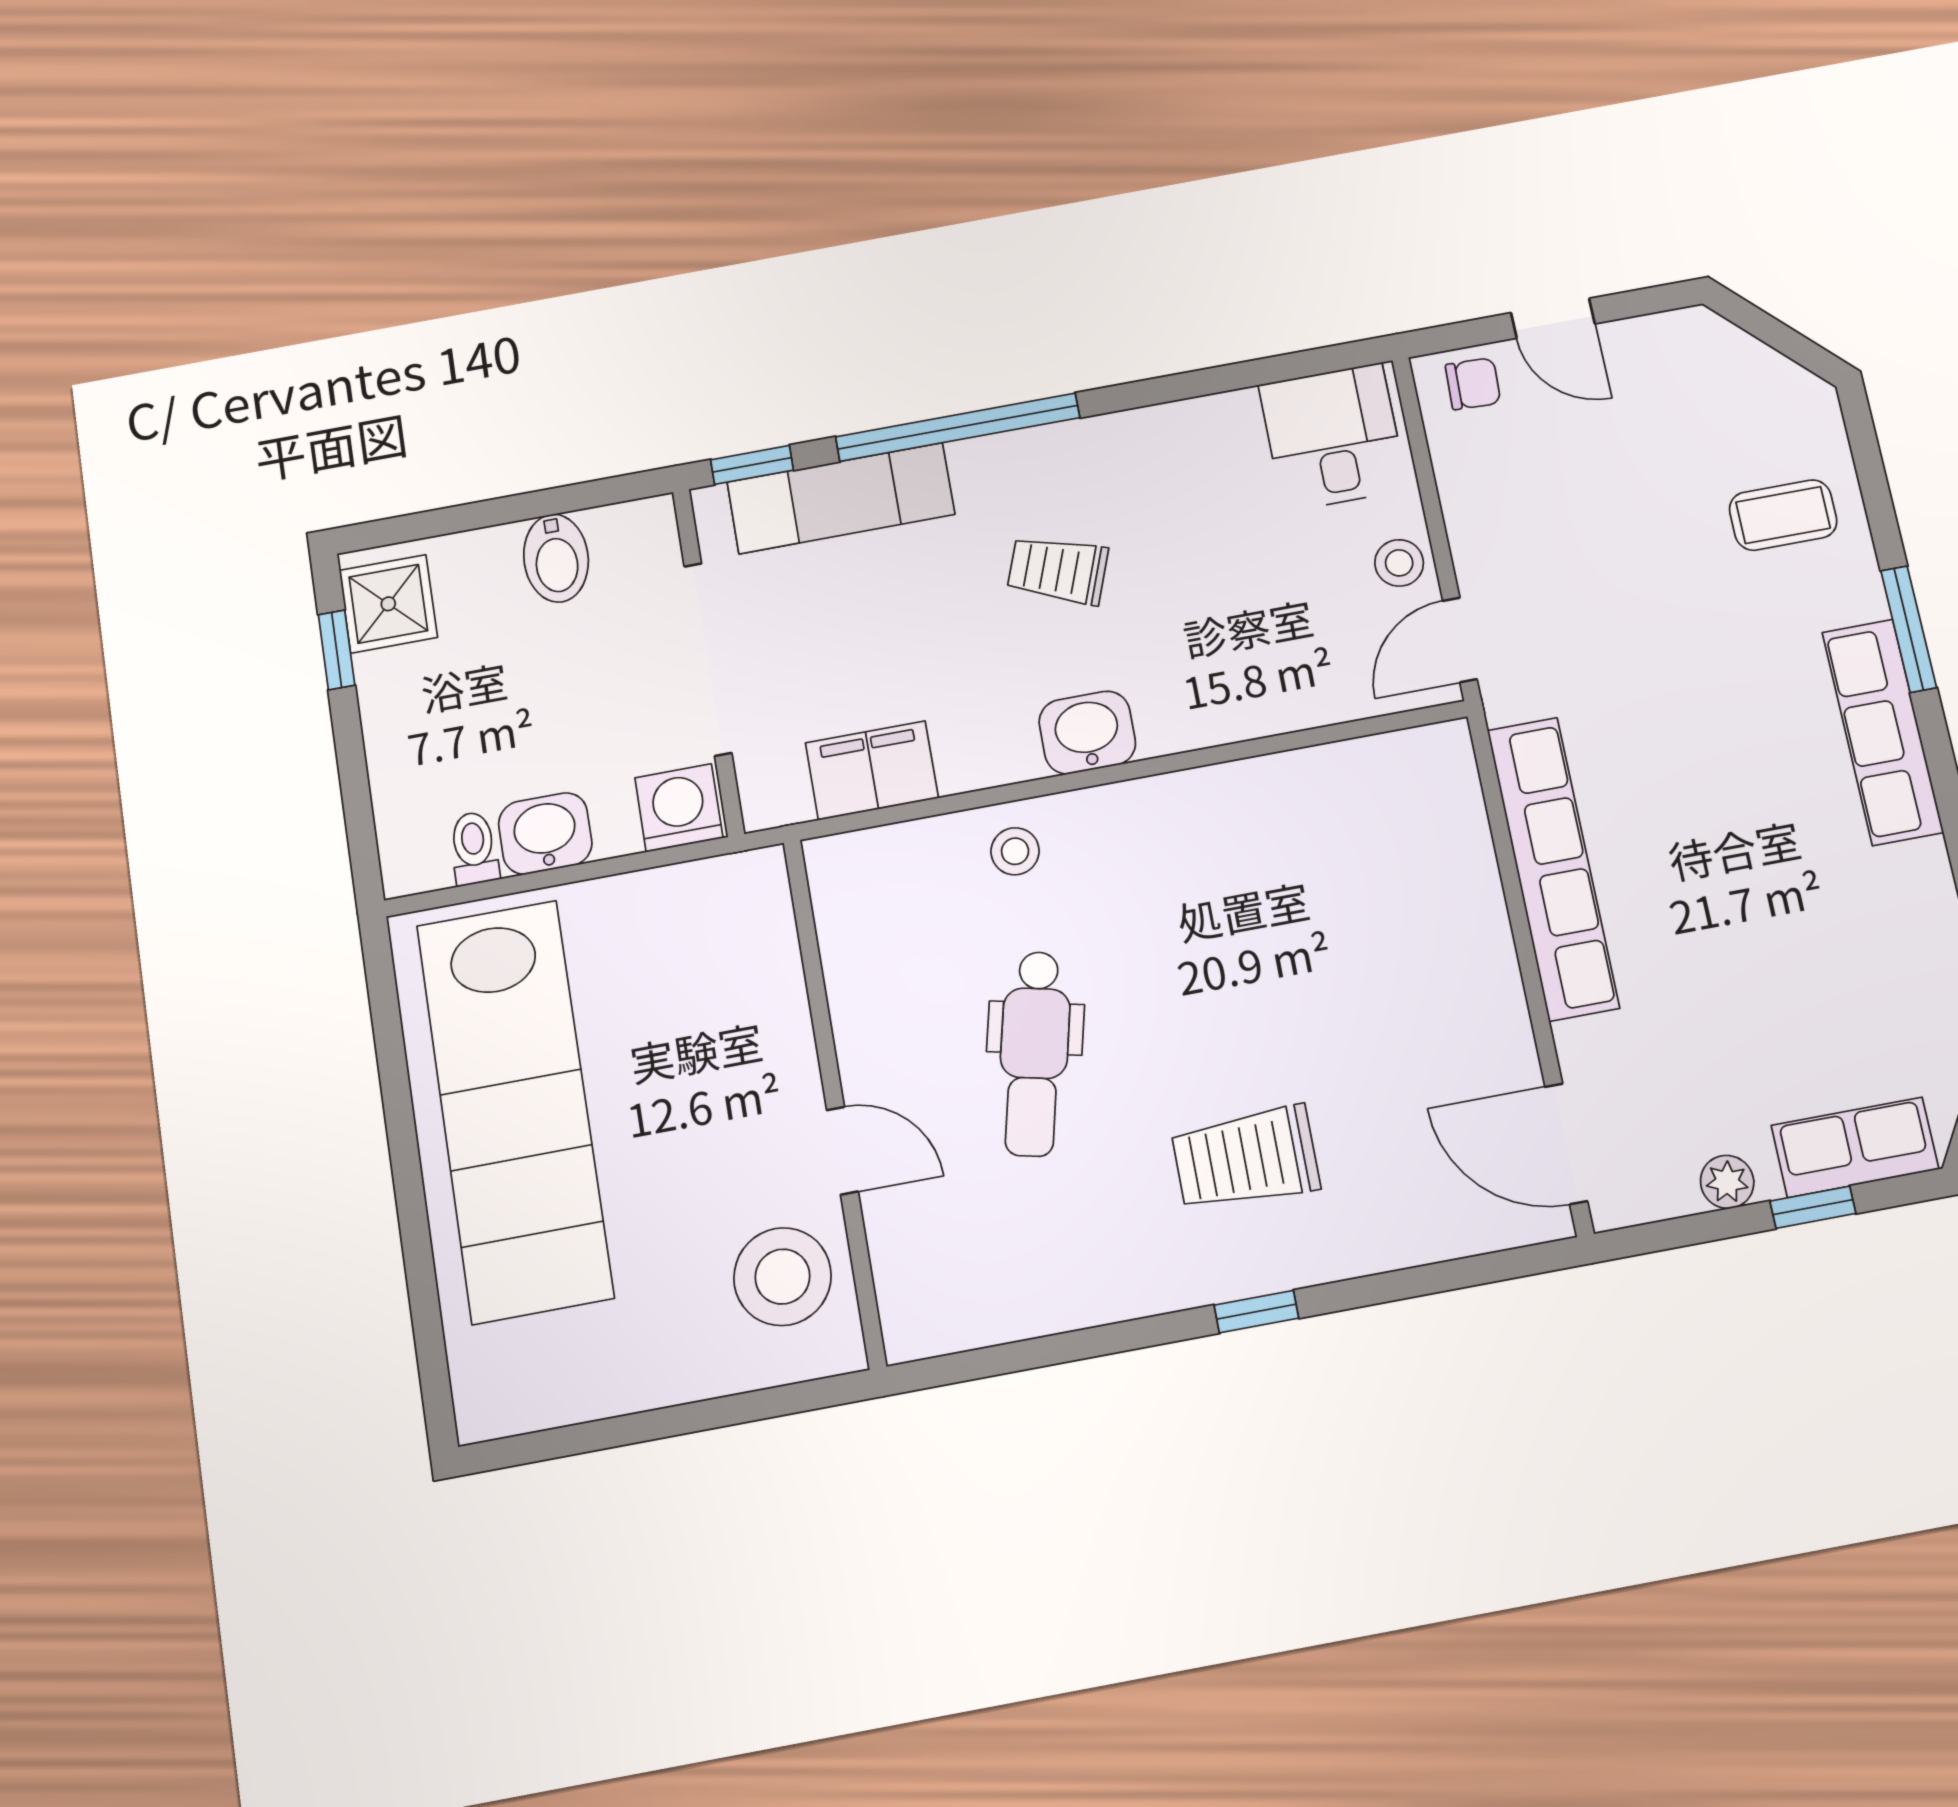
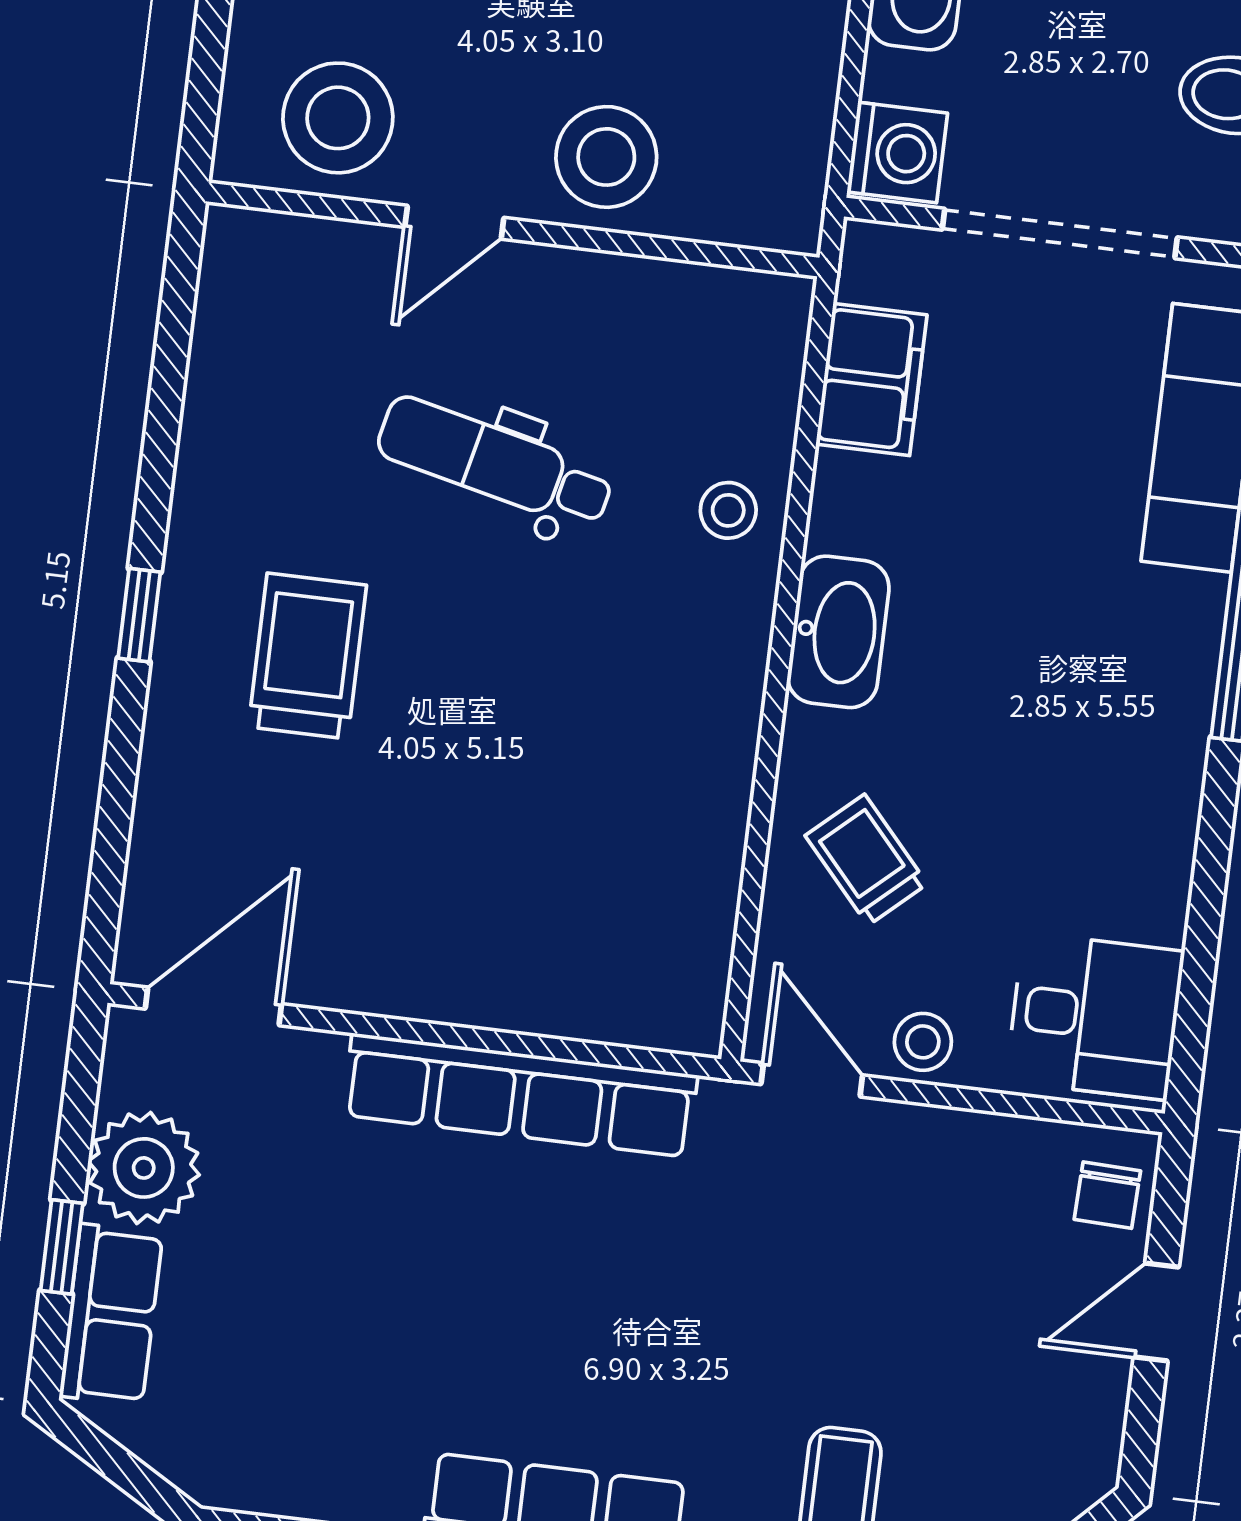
trolley: (1058, 570) -> (866, 860), moved, turned -62
washbasin: (1087, 732) -> (838, 632), width x1.38
stool: (751, 1042) -> (606, 157), added
plant: (1727, 1182) -> (144, 1168), width x1.88, depth x1.88

